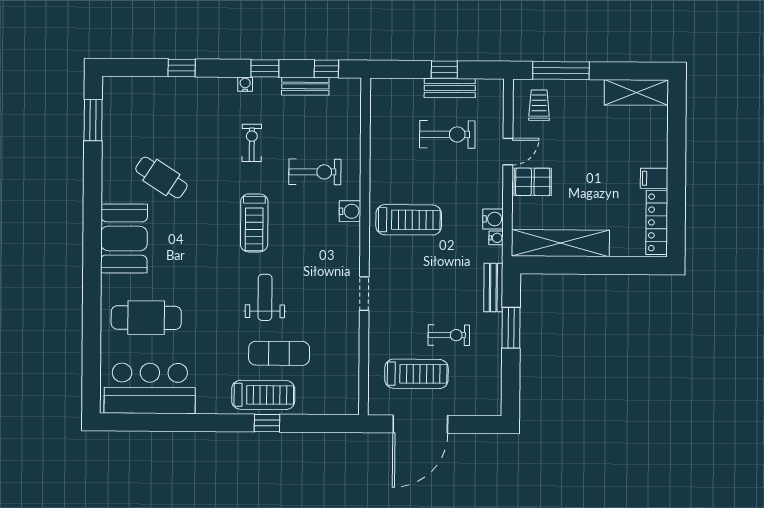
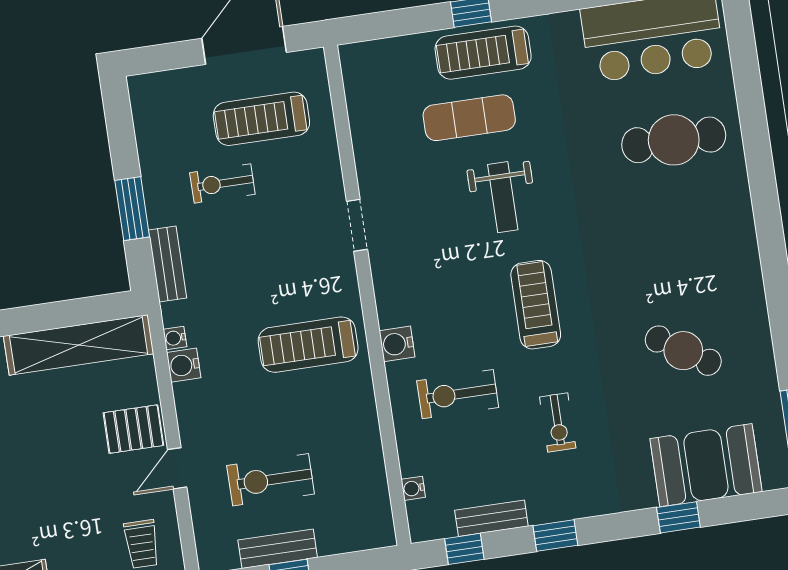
water cooler: (245, 84) -> (413, 488), moved, turned 90
booth: (124, 238) -> (706, 465), moved, turned 90

